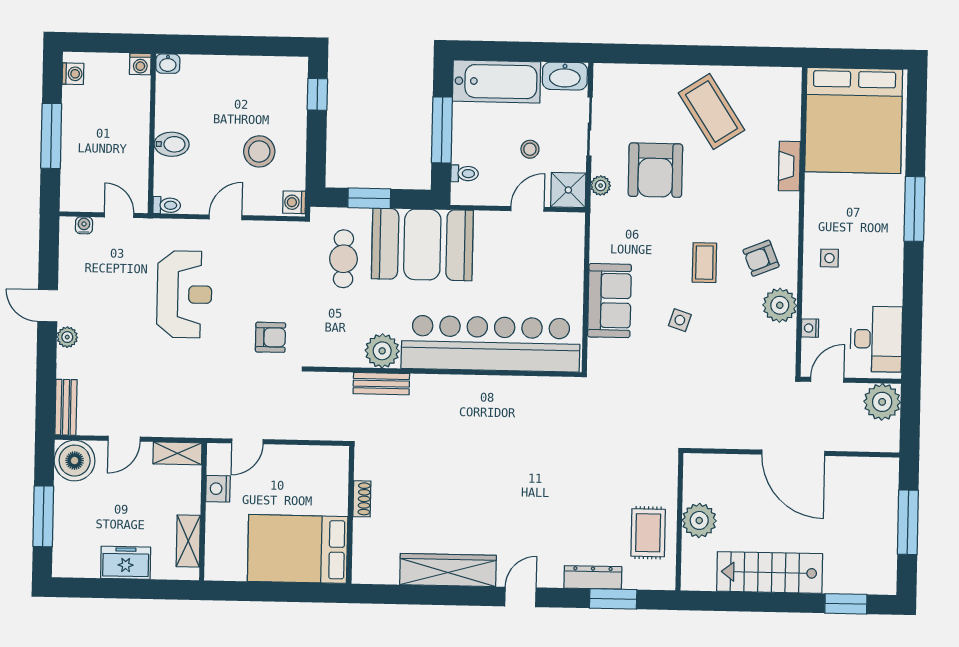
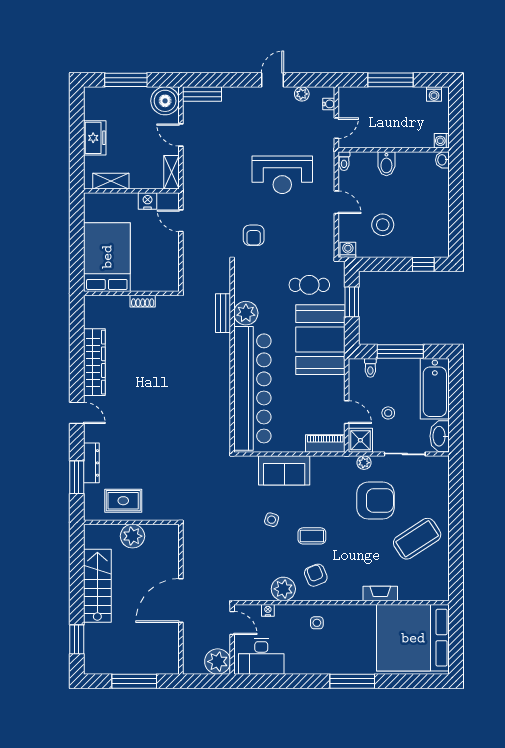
armchair: (655, 170) -> (375, 501), turned 180
piano: (572, 241) -> (325, 444), added
plant: (67, 337) -> (302, 94), moved

